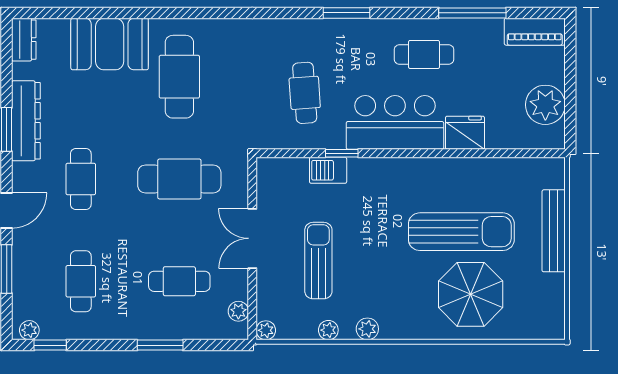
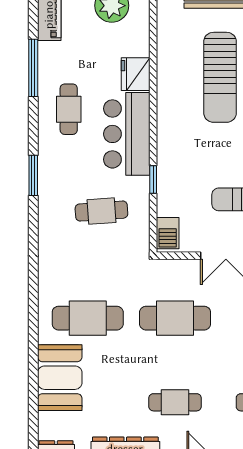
barbecue: (328, 170) -> (168, 233), moved
cafe table: (179, 179) -> (175, 318), turned 90
sun lounger: (461, 232) -> (220, 77), turned 180

